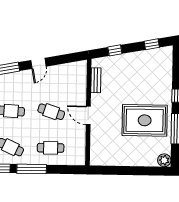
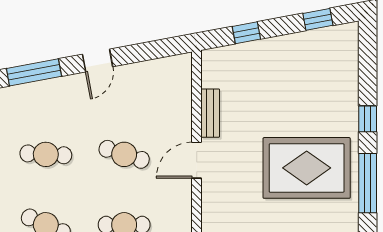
bench: (96, 80) -> (210, 113), moved
door: (88, 115) -> (197, 160), hinge flipped

